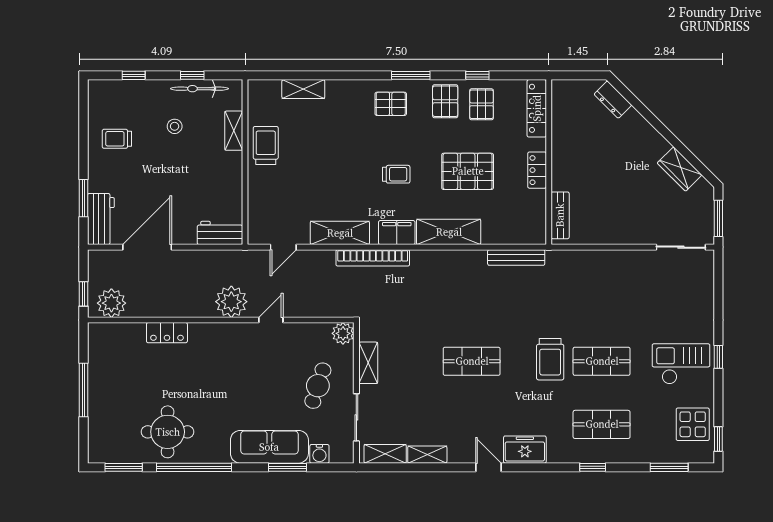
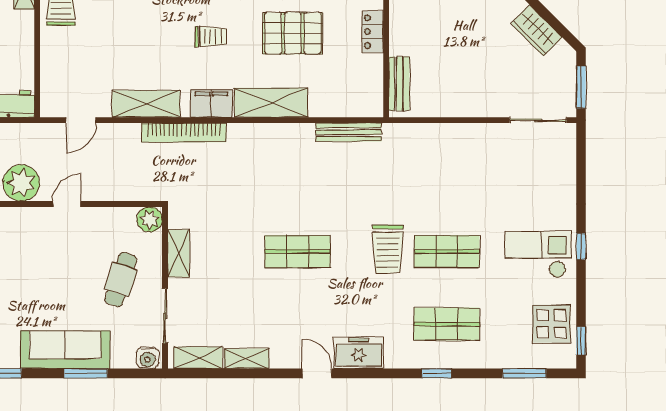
water cooler: (319, 454) -> (148, 358), moved

